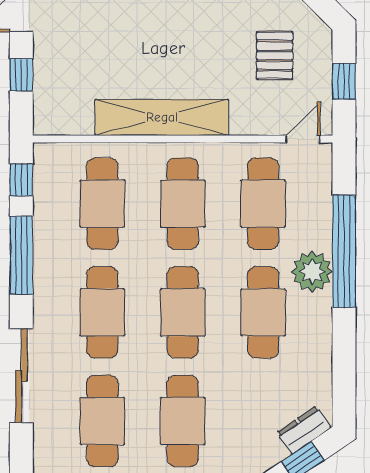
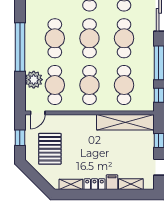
pallet: (275, 56) -> (50, 149), width x1.50, depth x1.42
shelving: (162, 117) -> (125, 122), moved
window: (344, 251) -> (20, 47), moved
plant: (312, 272) -> (34, 80), moved

